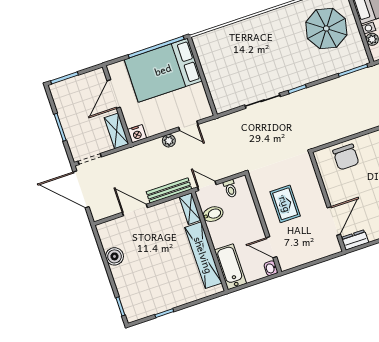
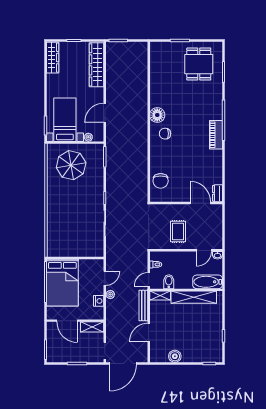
nightstand: (137, 134) -> (99, 301), moved
chair: (346, 157) -> (161, 181), turned 90
rug: (285, 204) -> (178, 232), turned 90

